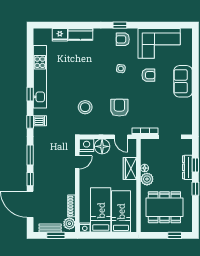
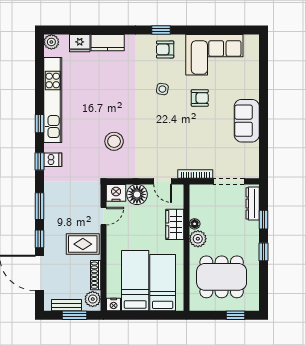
plant: (39, 34) -> (51, 42), added
sofa: (183, 81) -> (247, 121), moved
armchair: (119, 108) -> (160, 142), removed
dresser: (187, 167) -> (253, 203), moved
rug: (62, 183) -> (83, 244), added

